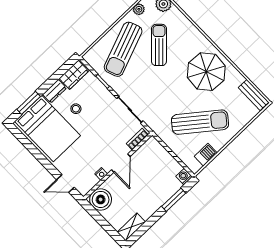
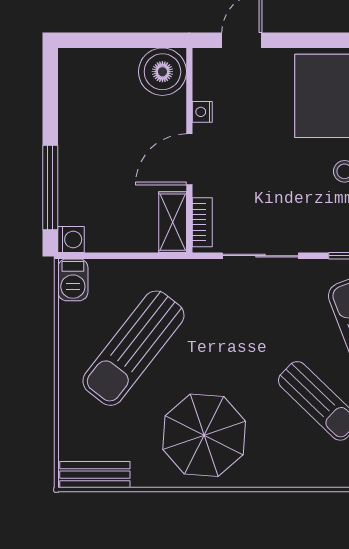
barbecue: (206, 155) -> (73, 280), moved
door: (121, 163) -> (189, 159), hinge flipped
window: (174, 200) -> (50, 187), width x1.44
shelving: (131, 227) -> (173, 222), moved

